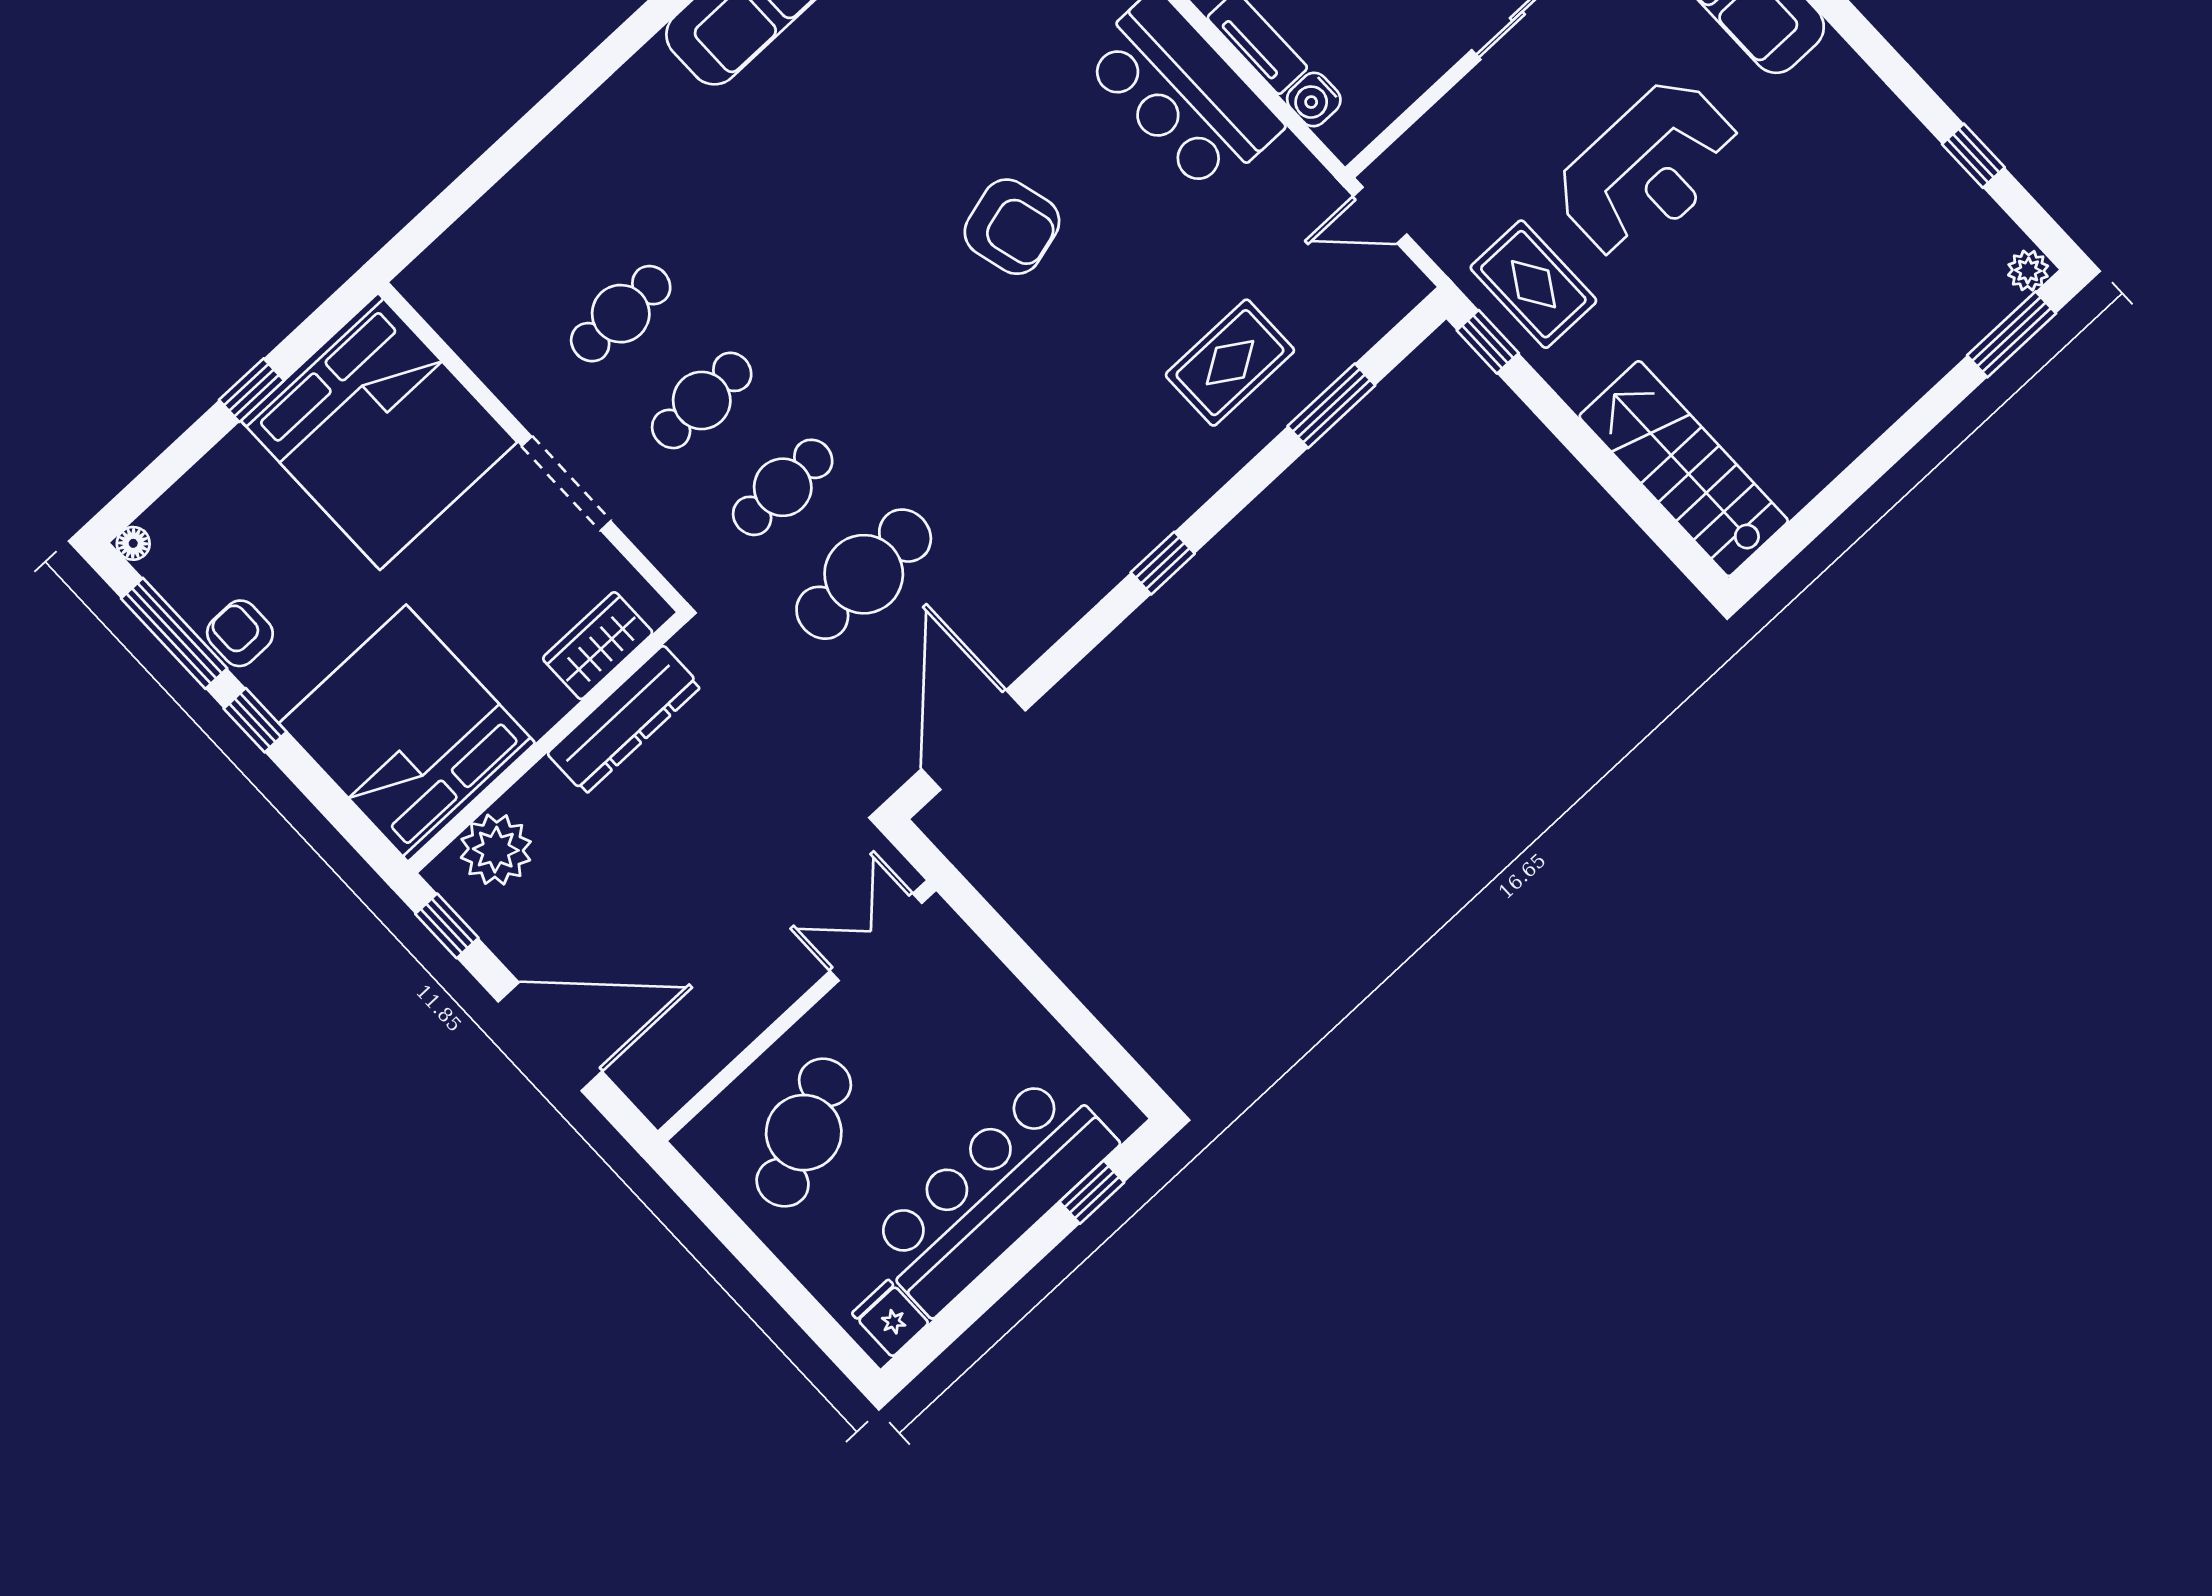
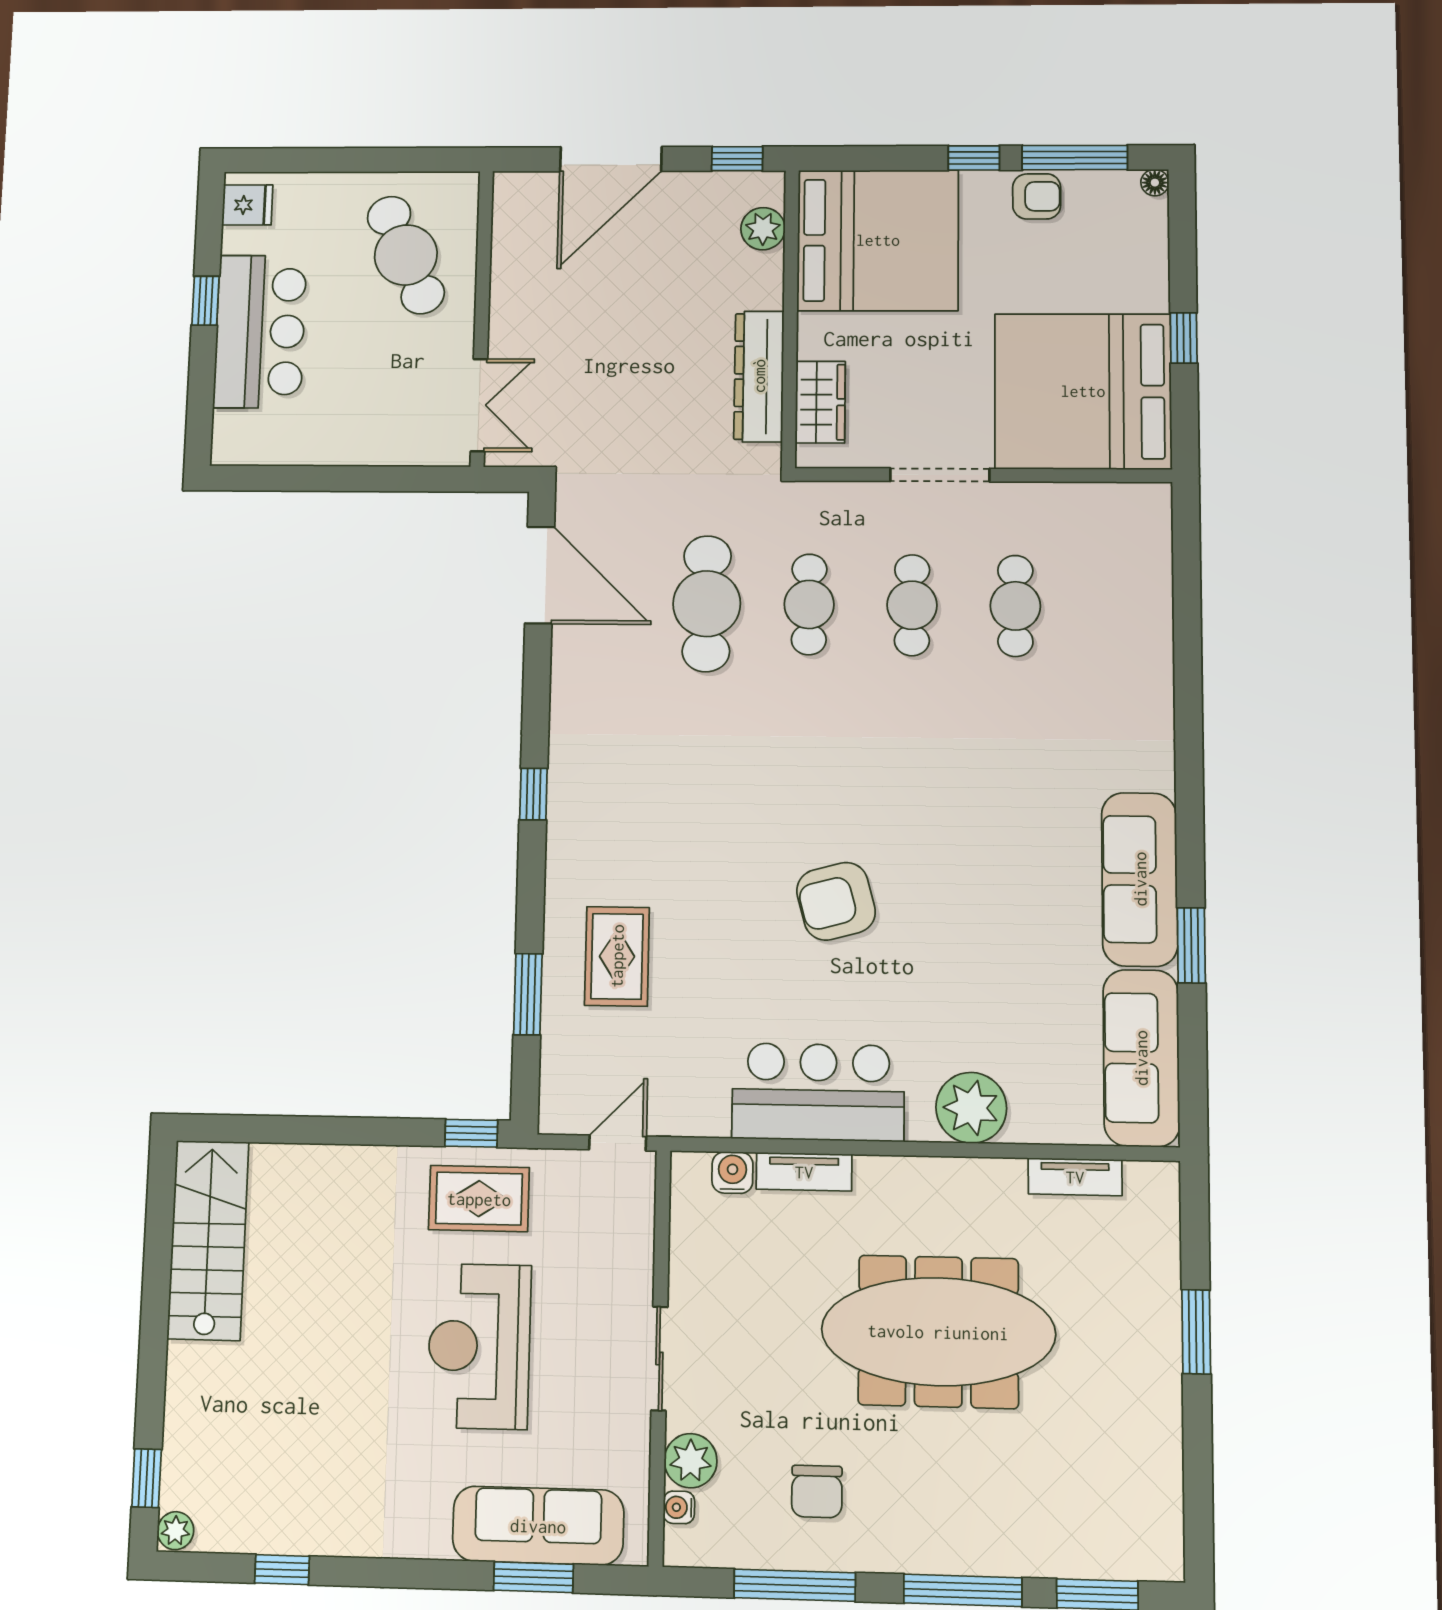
window: (2012, 334) -> (147, 1478), width x0.67
stairs: (1684, 469) -> (208, 1240), moved, turned -90
plant: (496, 850) -> (763, 229), width x0.73, depth x0.73
window: (1092, 1192) -> (205, 301), moved
bar counter: (991, 1193) -> (260, 331), width x0.73

